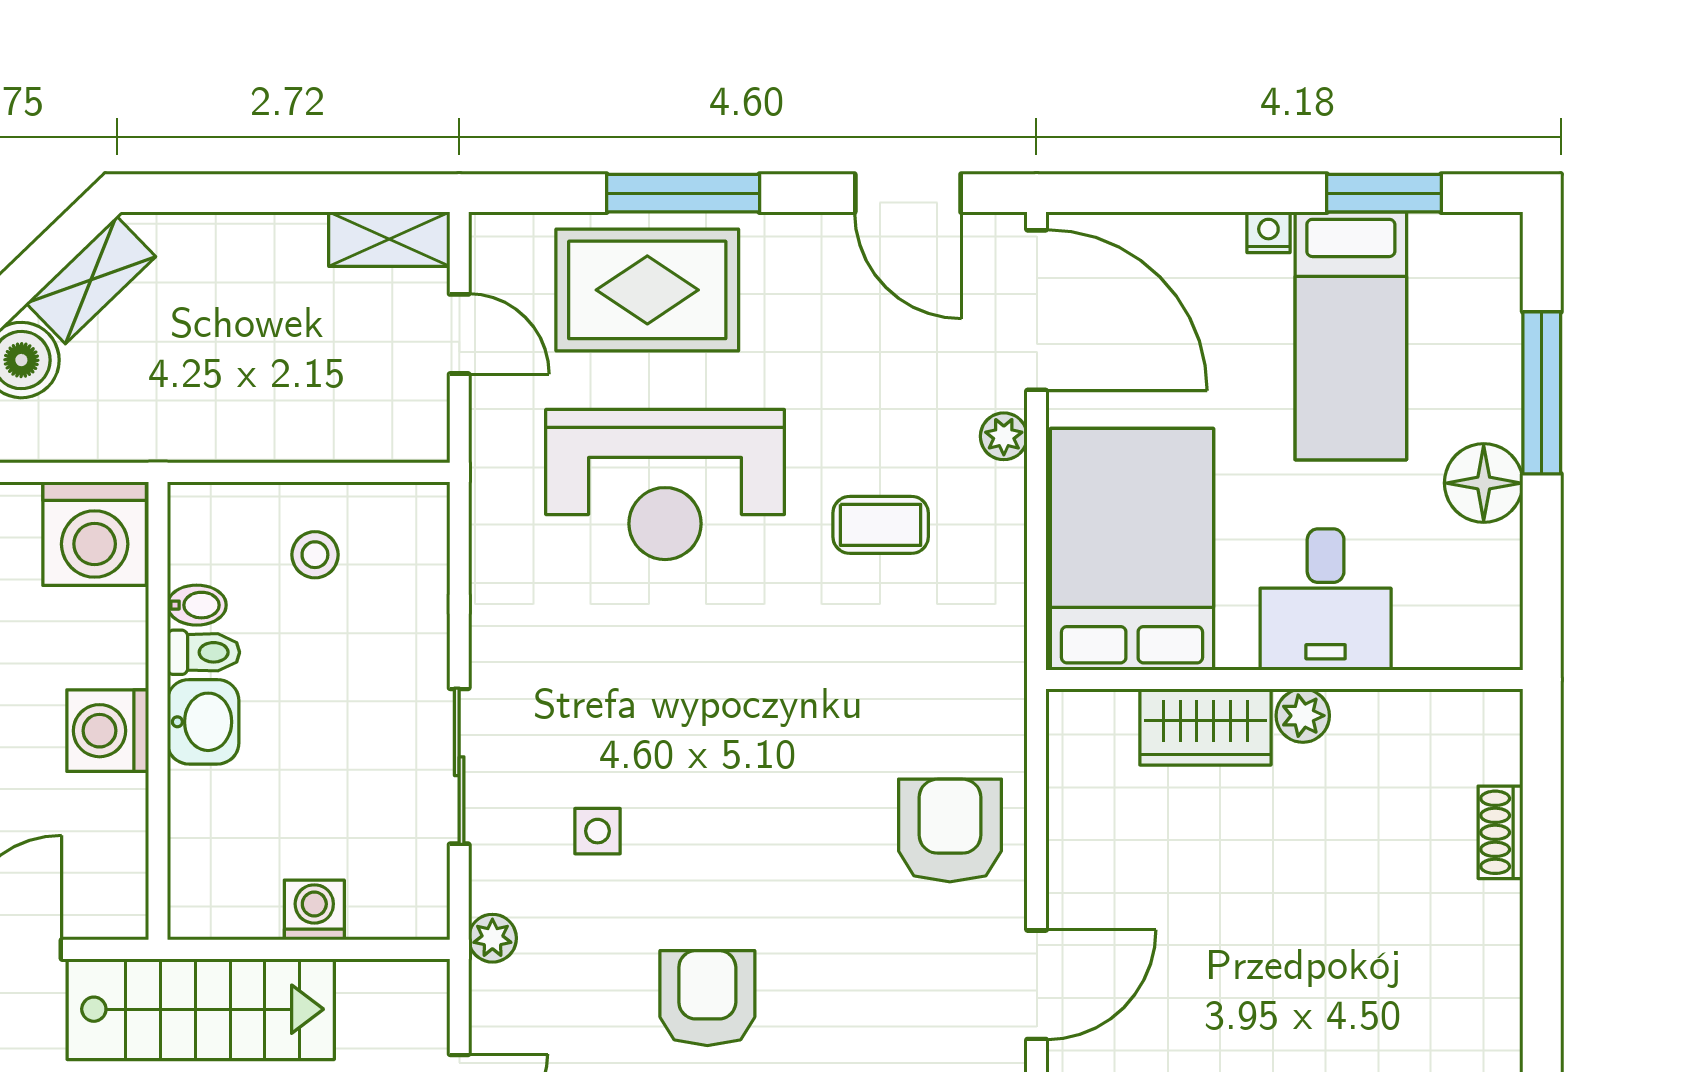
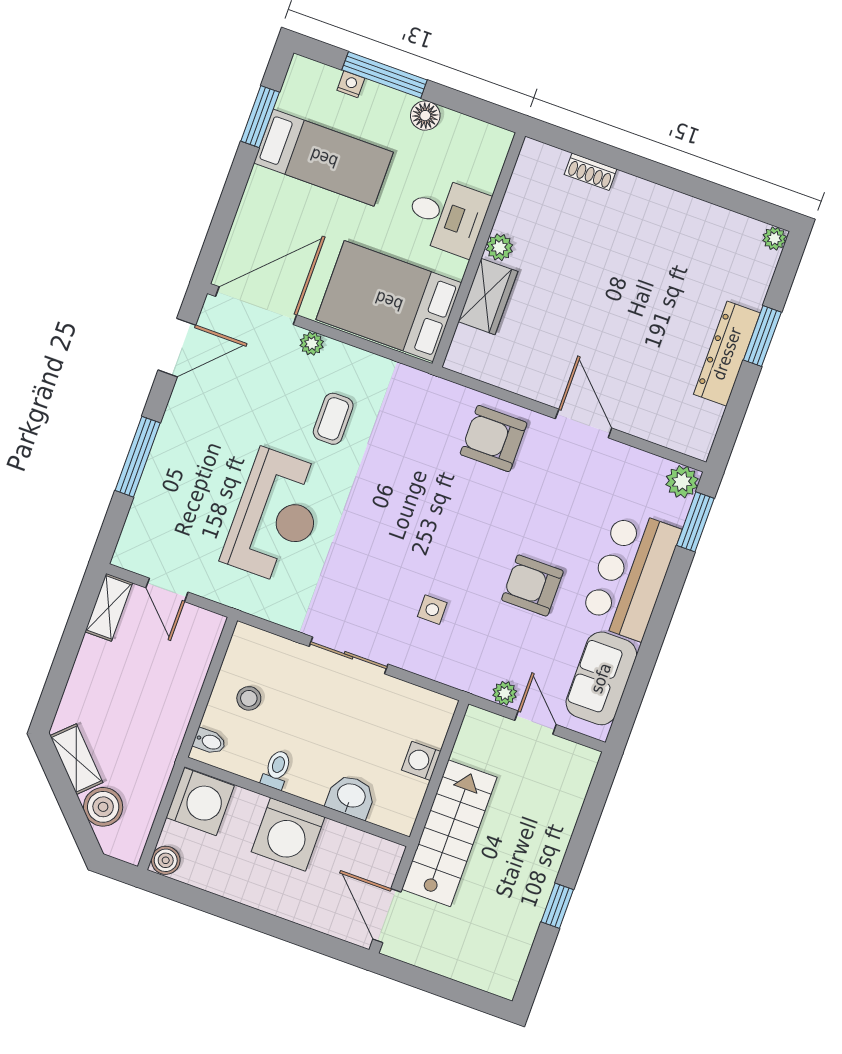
nightstand: (1268, 232) -> (351, 84), moved, turned 90
rug: (647, 290) -> (178, 491), removed
door: (459, 334) -> (167, 590), swing flipped
floor lamp: (1484, 483) -> (425, 116), width x0.73, depth x0.73
bidet: (197, 605) -> (210, 741), moved, turned 90
washbasin: (203, 722) -> (351, 797), moved
washing machine: (108, 731) -> (288, 834), width x1.37, depth x1.37
sliding door: (459, 766) -> (349, 655), moved
plant: (492, 938) -> (505, 693), moved

